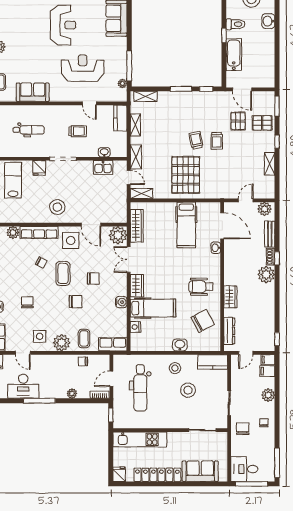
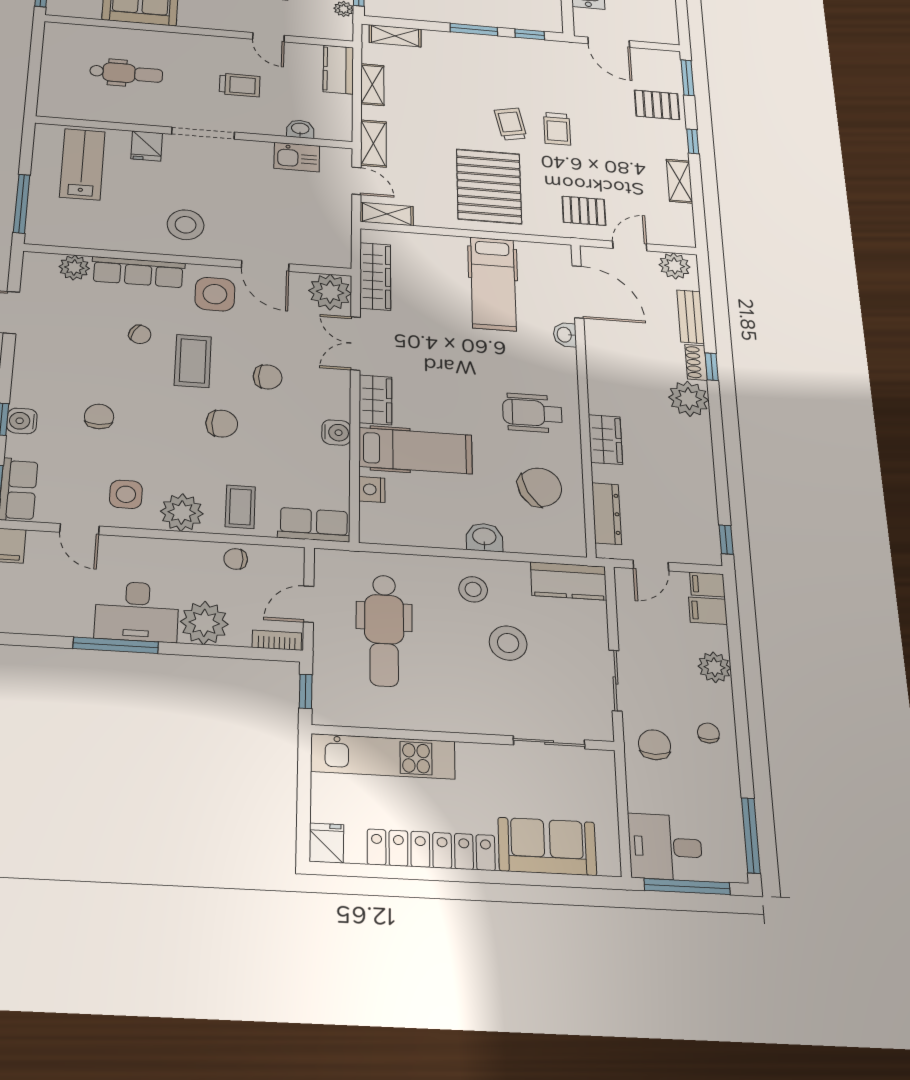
pallet: (238, 121) -> (584, 211), moved, turned 90
desk: (23, 386) -> (137, 611), moved
plant: (72, 394) -> (204, 623), width x1.87, depth x1.87

